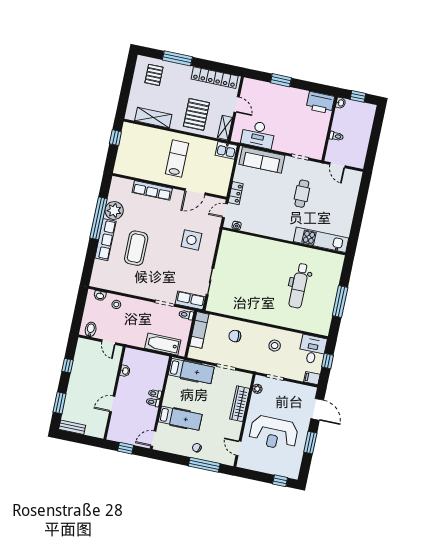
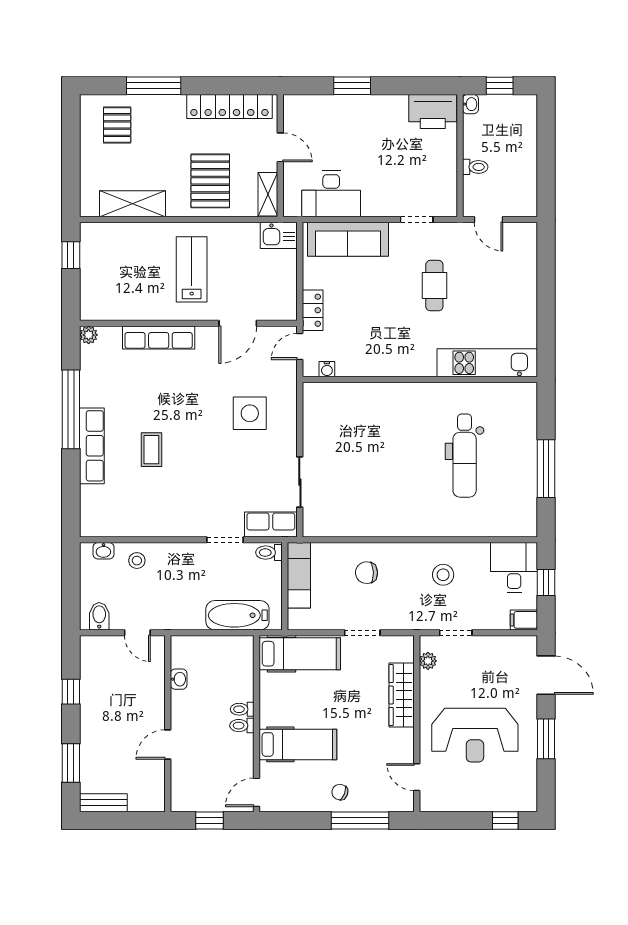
plant: (114, 210) -> (89, 335), moved, width x0.53, depth x0.53
coffee table: (136, 248) -> (151, 450), width x0.54, depth x0.58

